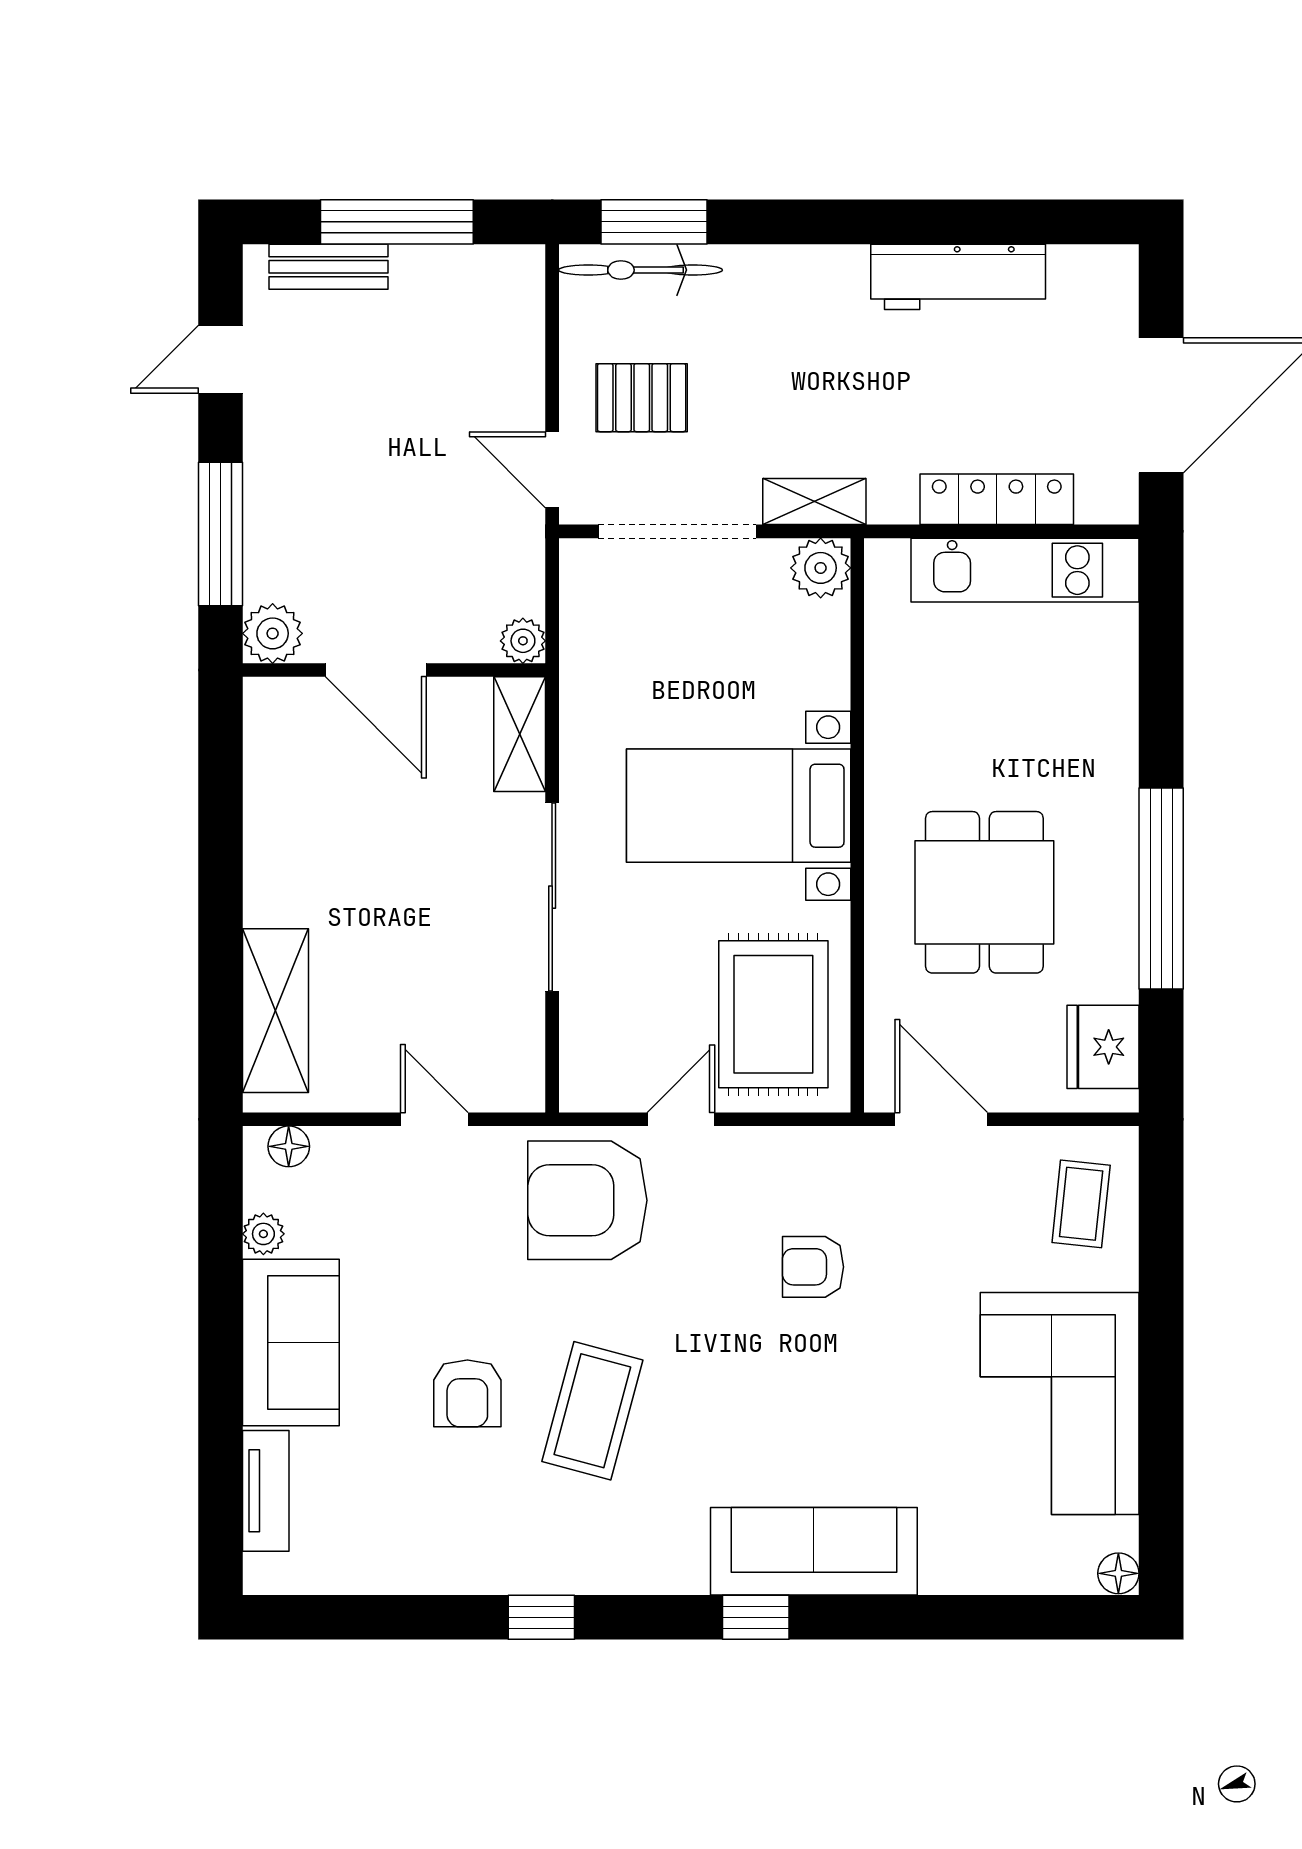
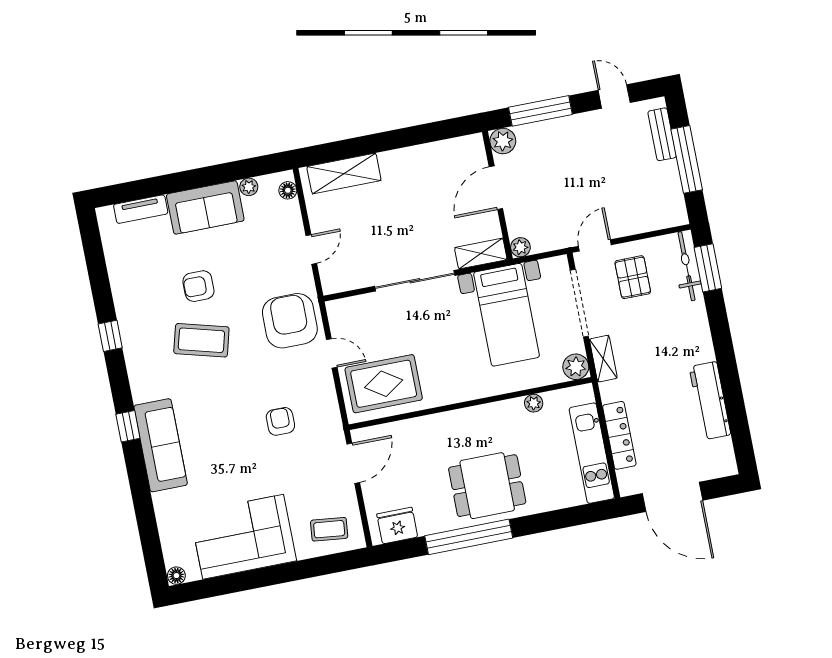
plant: (885, 680) -> (534, 403), added
bed with nightstands: (739, 806) -> (507, 315), moved, turned 180
dining table: (984, 892) -> (487, 486), moved

